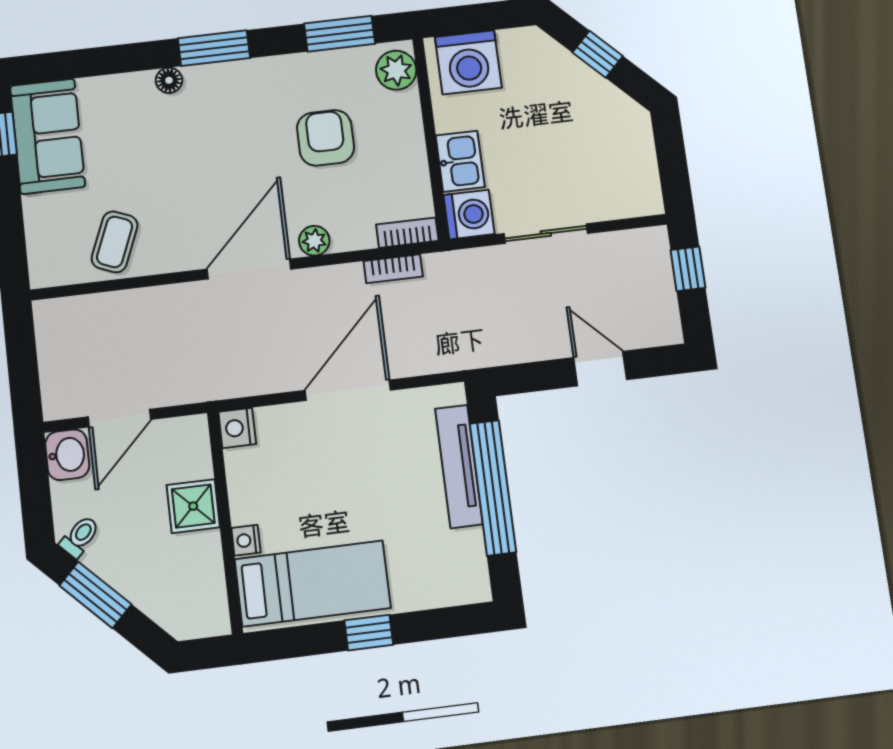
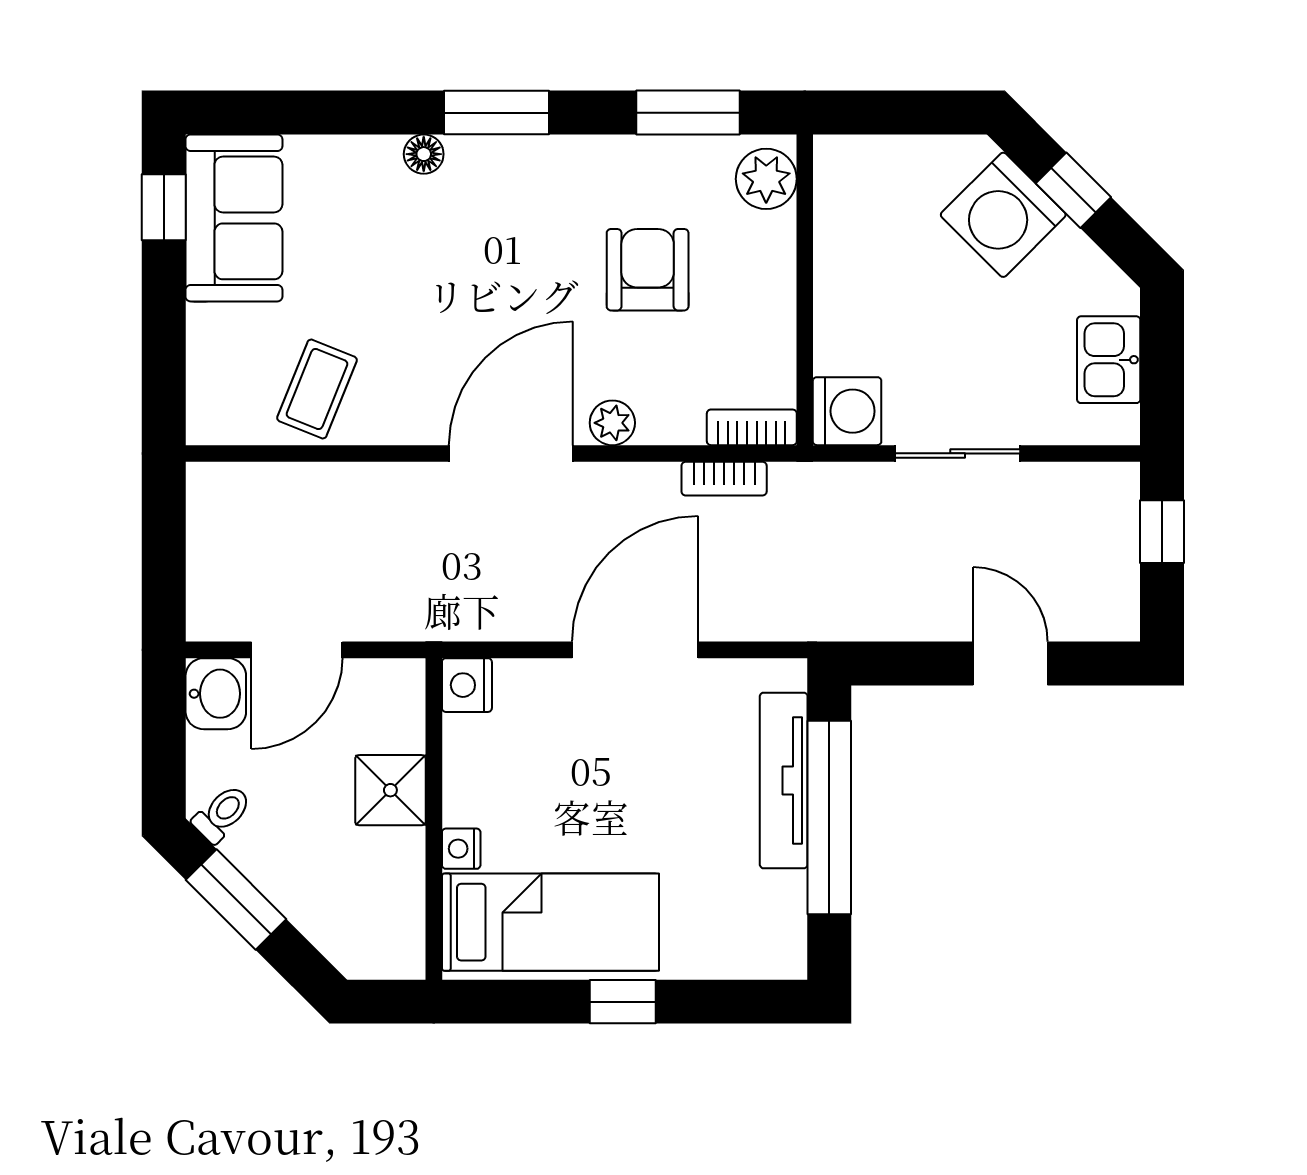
washing machine: (468, 62) -> (1003, 215), moved, turned 45
kitchen sink: (460, 161) -> (1109, 360), moved, turned 180

